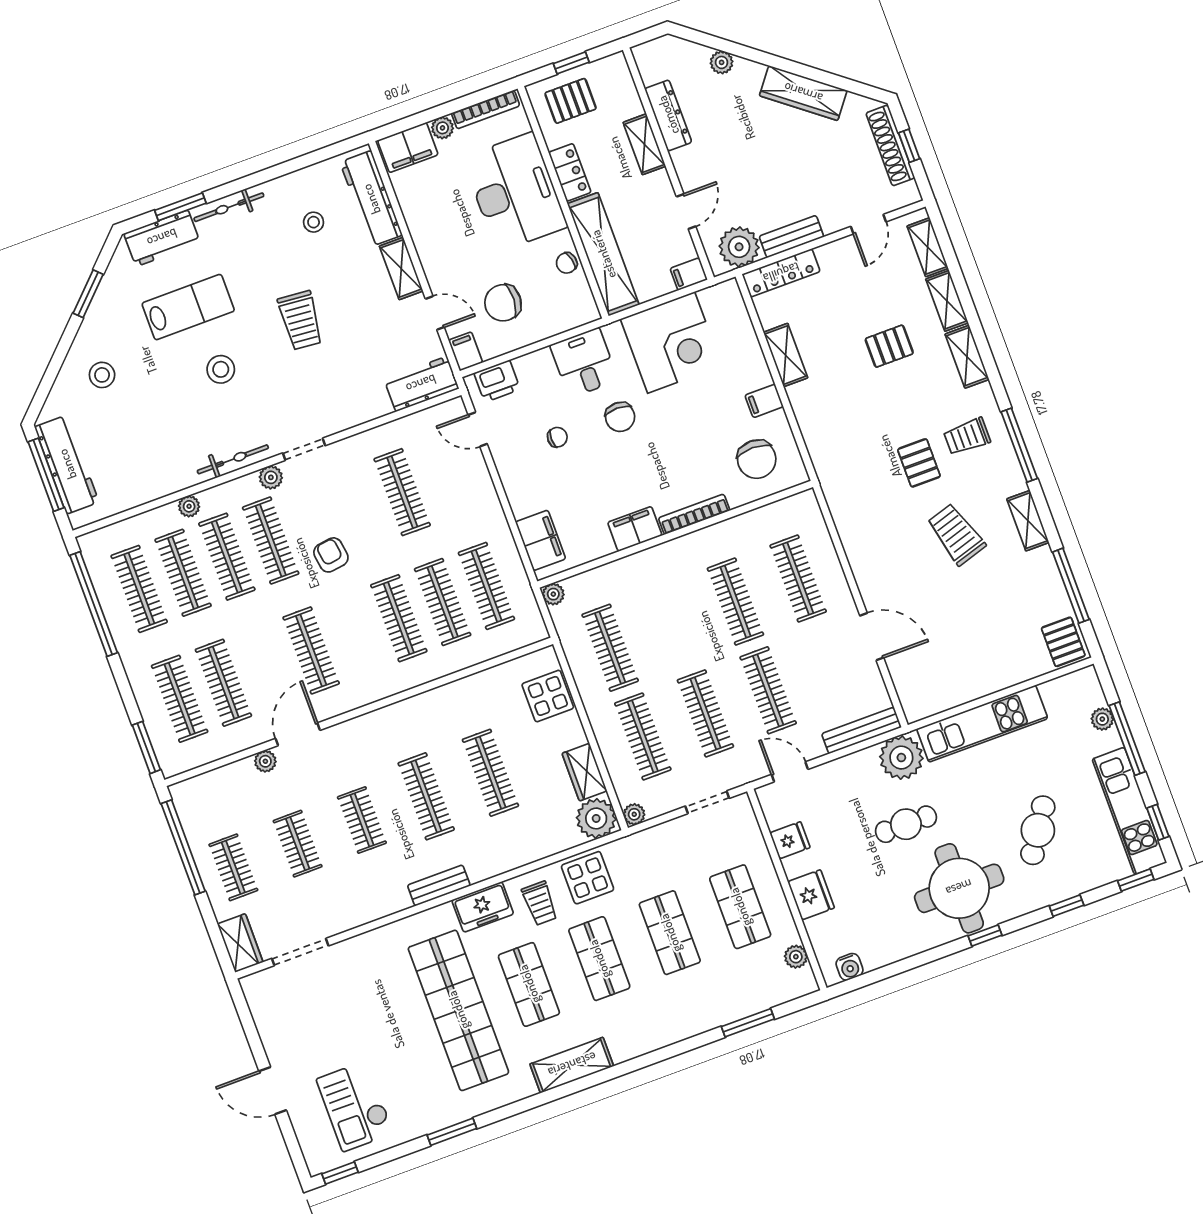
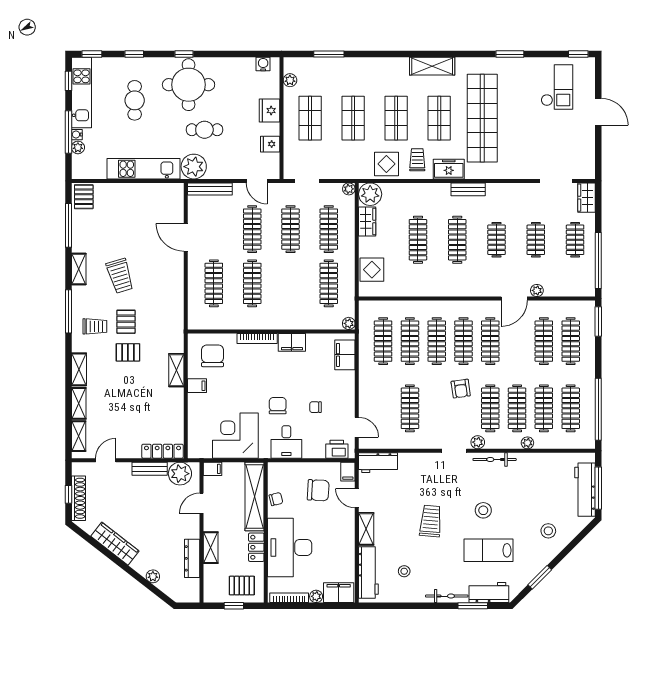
pallet: (889, 346) -> (128, 352), moved
shelving: (786, 355) -> (176, 370), moved
clothes rail: (355, 634) -> (463, 341), added
water cooler: (1112, 740) -> (77, 135), added
cafe table: (1038, 830) -> (135, 100), turned -33

